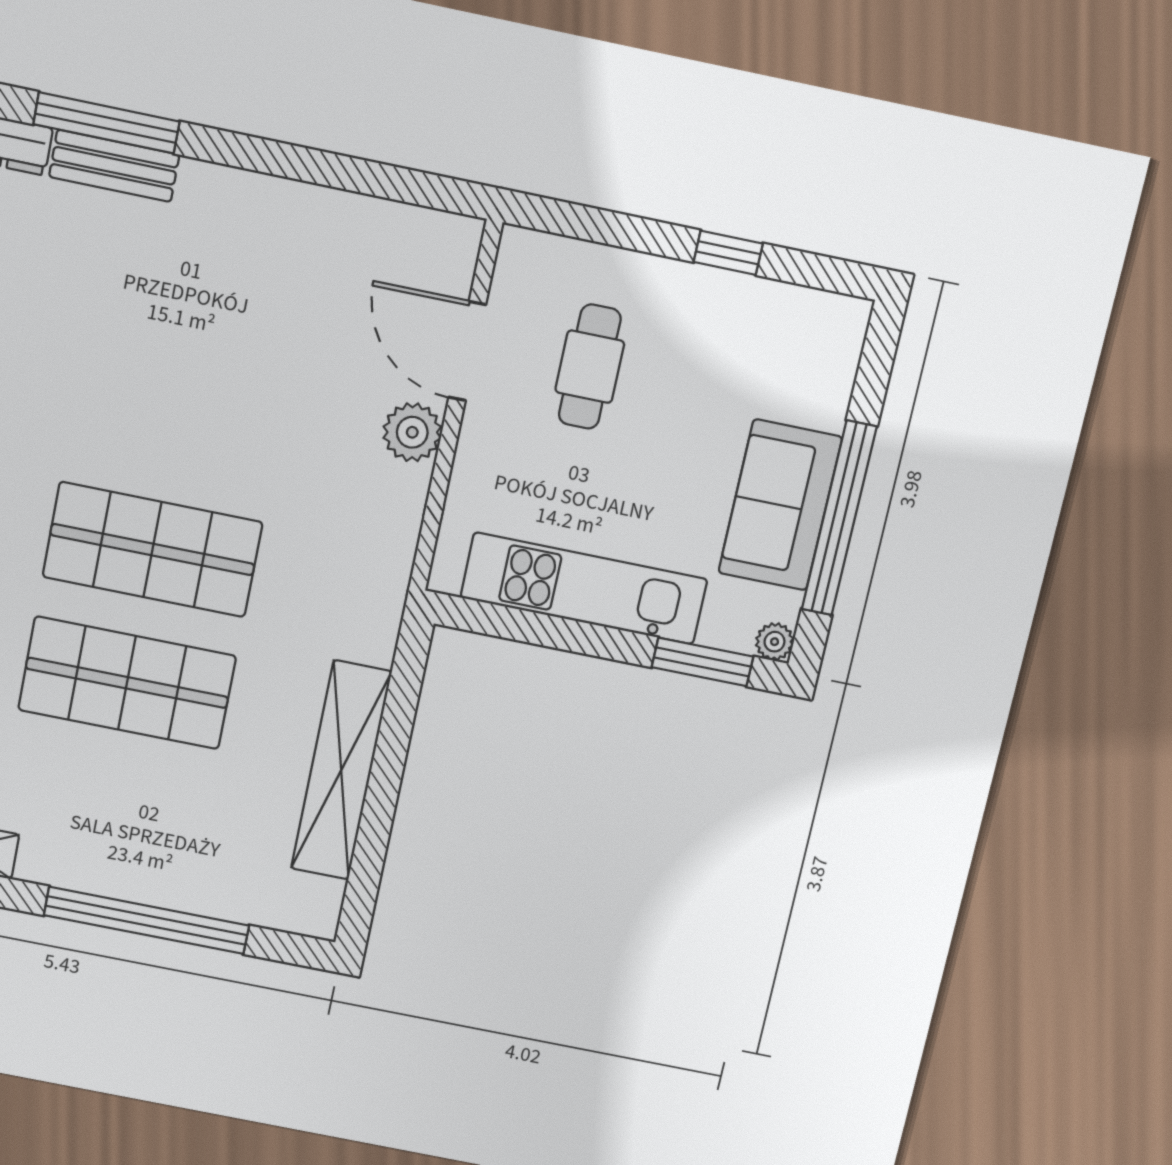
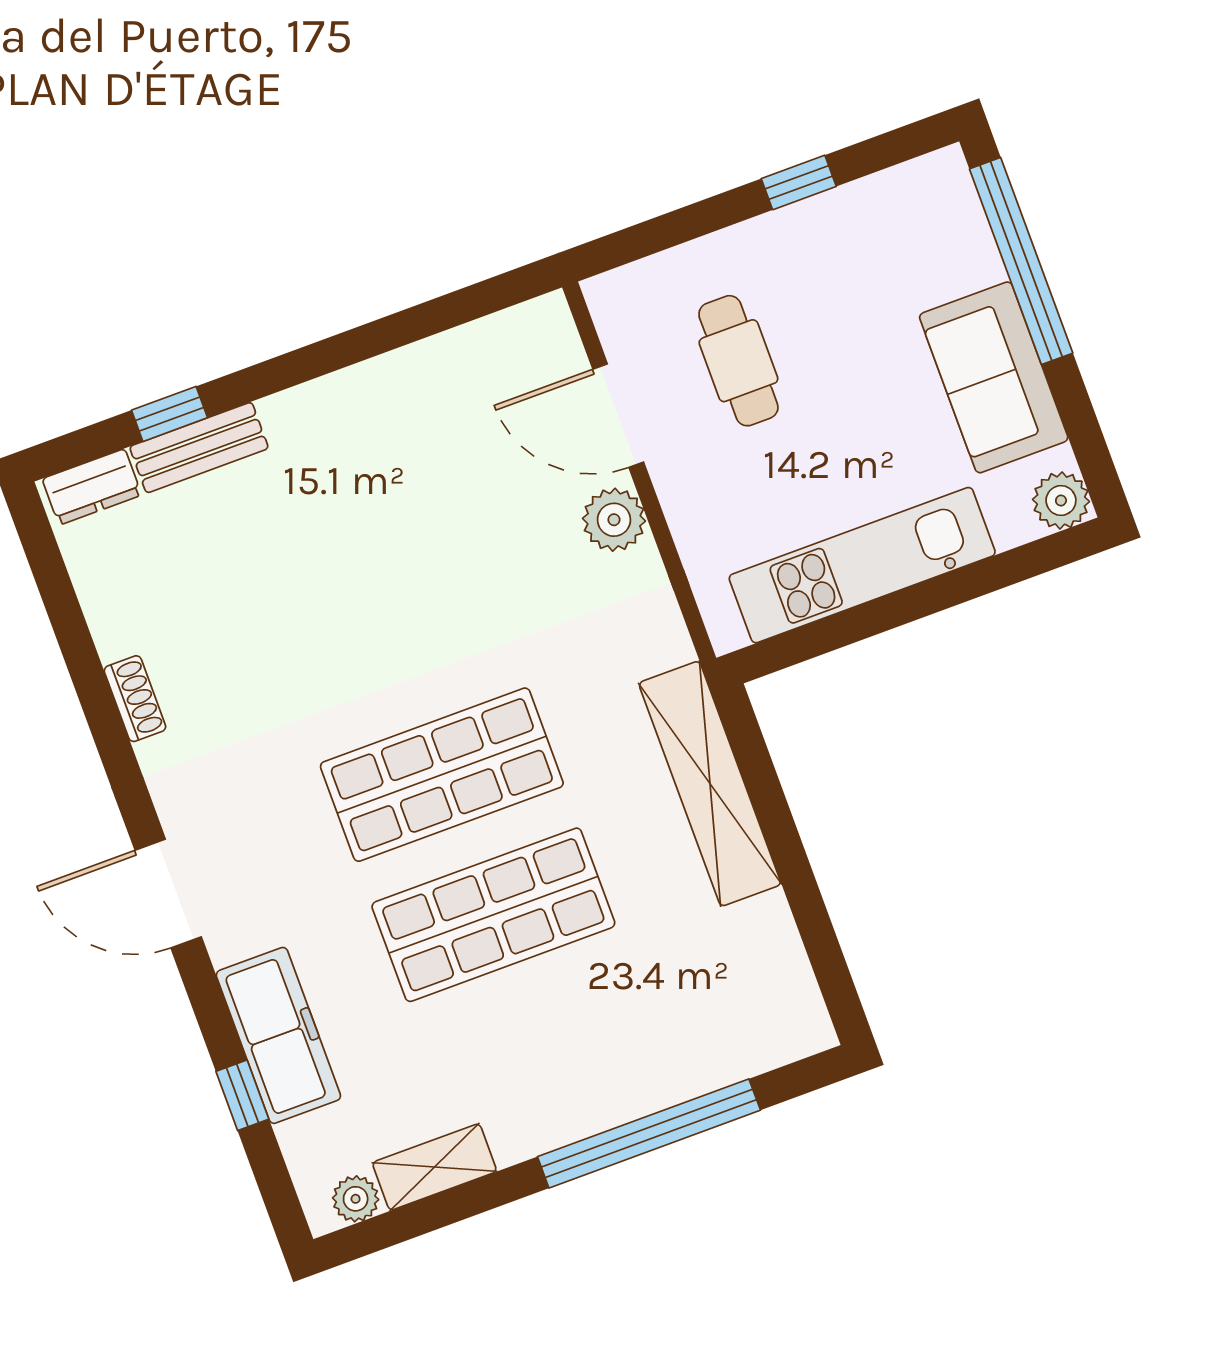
window: (106, 123) -> (170, 414), width x0.46
window: (839, 518) -> (1021, 261), moved
plant: (775, 642) -> (1061, 501), width x1.38, depth x1.38
window: (703, 662) -> (1016, 565), removed
shelving: (341, 770) -> (710, 784), moved

